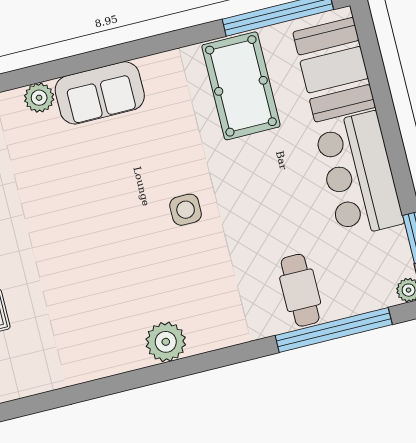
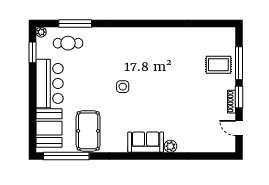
cafe table: (300, 290) -> (68, 43), moved, turned 90
window: (334, 330) -> (75, 23), width x0.68
plant: (166, 342) -> (144, 35), removed

